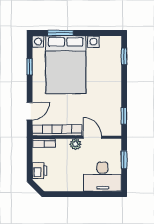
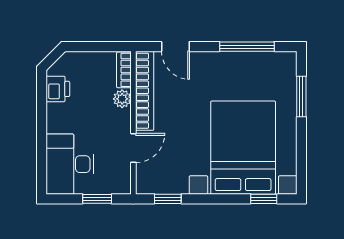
bed with nightstands: (66, 65) -> (243, 148), moved, turned 90
window: (30, 67) -> (247, 47), width x2.17
plant: (75, 144) -> (122, 99), moved
printer: (40, 171) -> (58, 89), moved, turned -90

